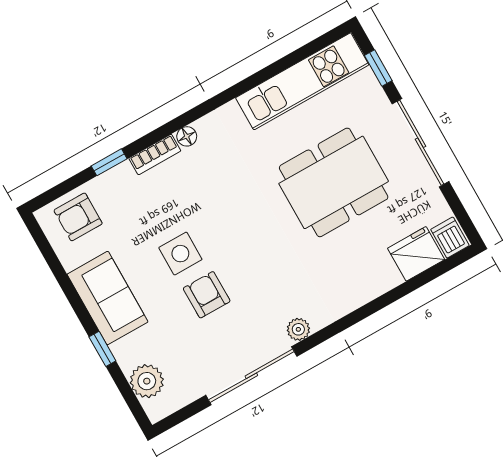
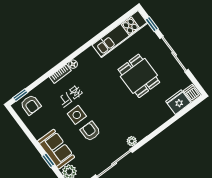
window: (109, 162) -> (20, 95), moved
dining table: (334, 182) -> (139, 76), width x0.73
armchair: (78, 217) -> (31, 105), turned -90
sofa: (108, 298) -> (56, 149), moved

